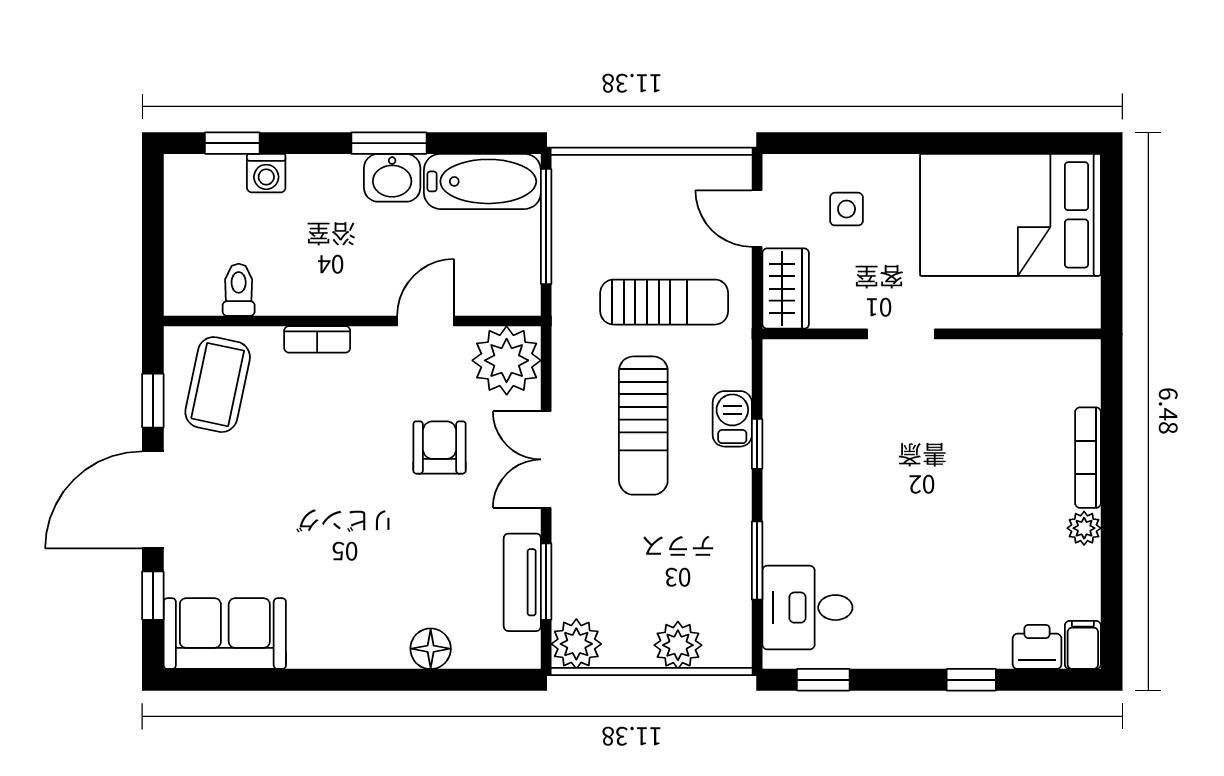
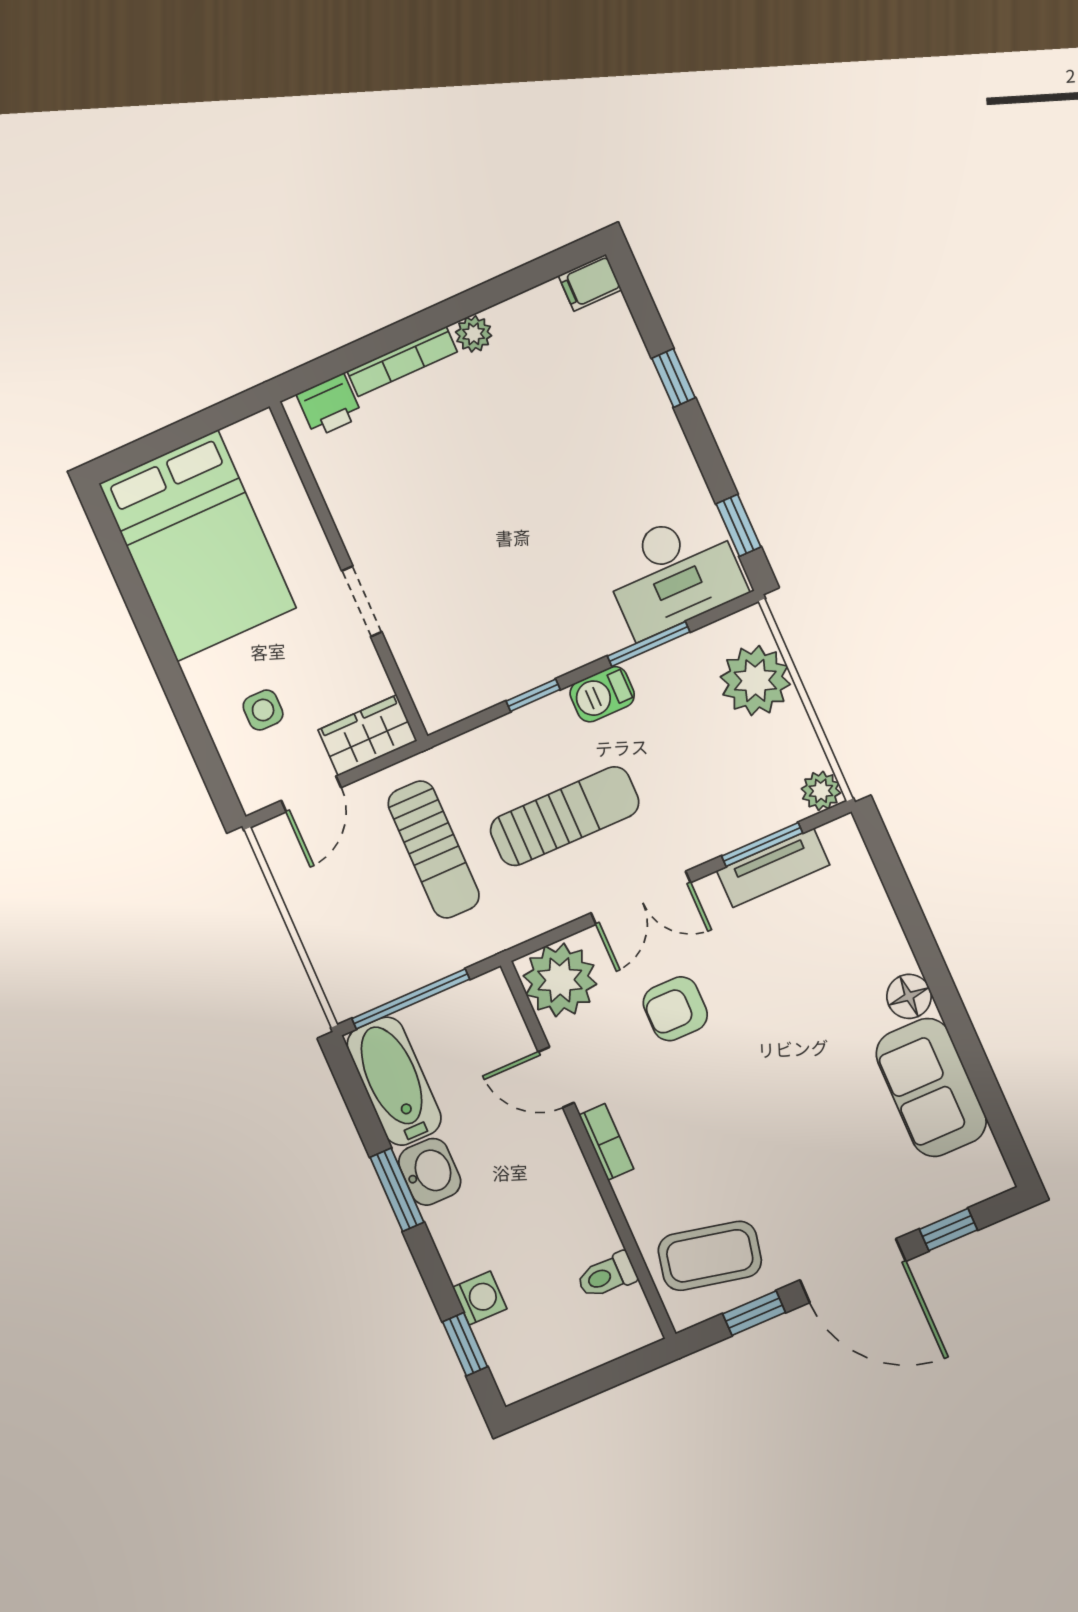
sun lounger: (664, 302) -> (434, 849), turned 180
bookcase: (317, 339) -> (606, 1142), moved
barbecue: (732, 419) -> (602, 694), moved
desk: (807, 608) -> (673, 573), width x1.37
sofa: (225, 634) -> (931, 1087), moved
plant: (576, 644) -> (821, 791), width x0.73, depth x0.73
plant: (678, 645) -> (755, 681), width x1.36, depth x1.36
printer: (1037, 647) -> (329, 405), moved, turned -90
floor lamp: (431, 649) -> (909, 996), moved

